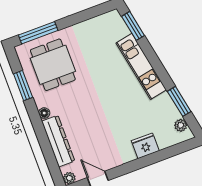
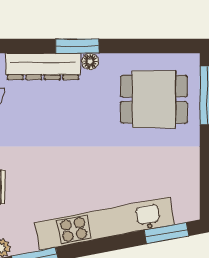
kitchen unit: (141, 66) -> (105, 223), width x1.36
window: (23, 86) -> (77, 46), moved

